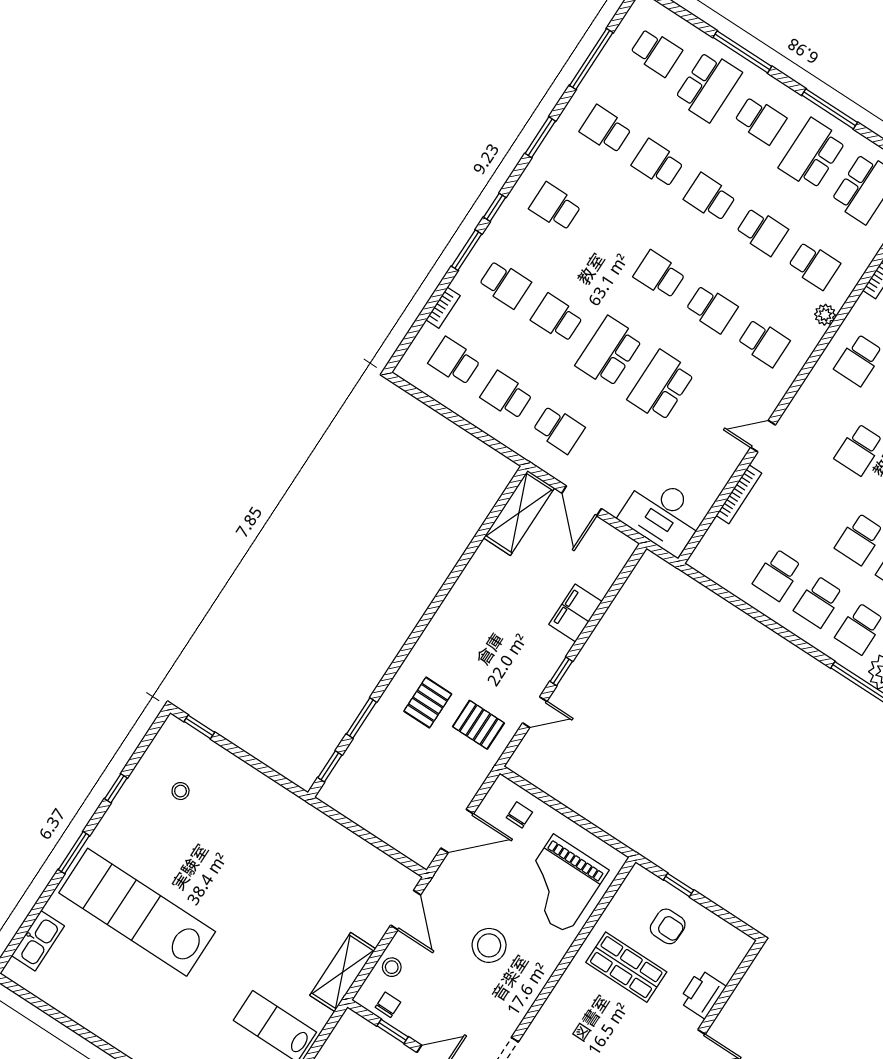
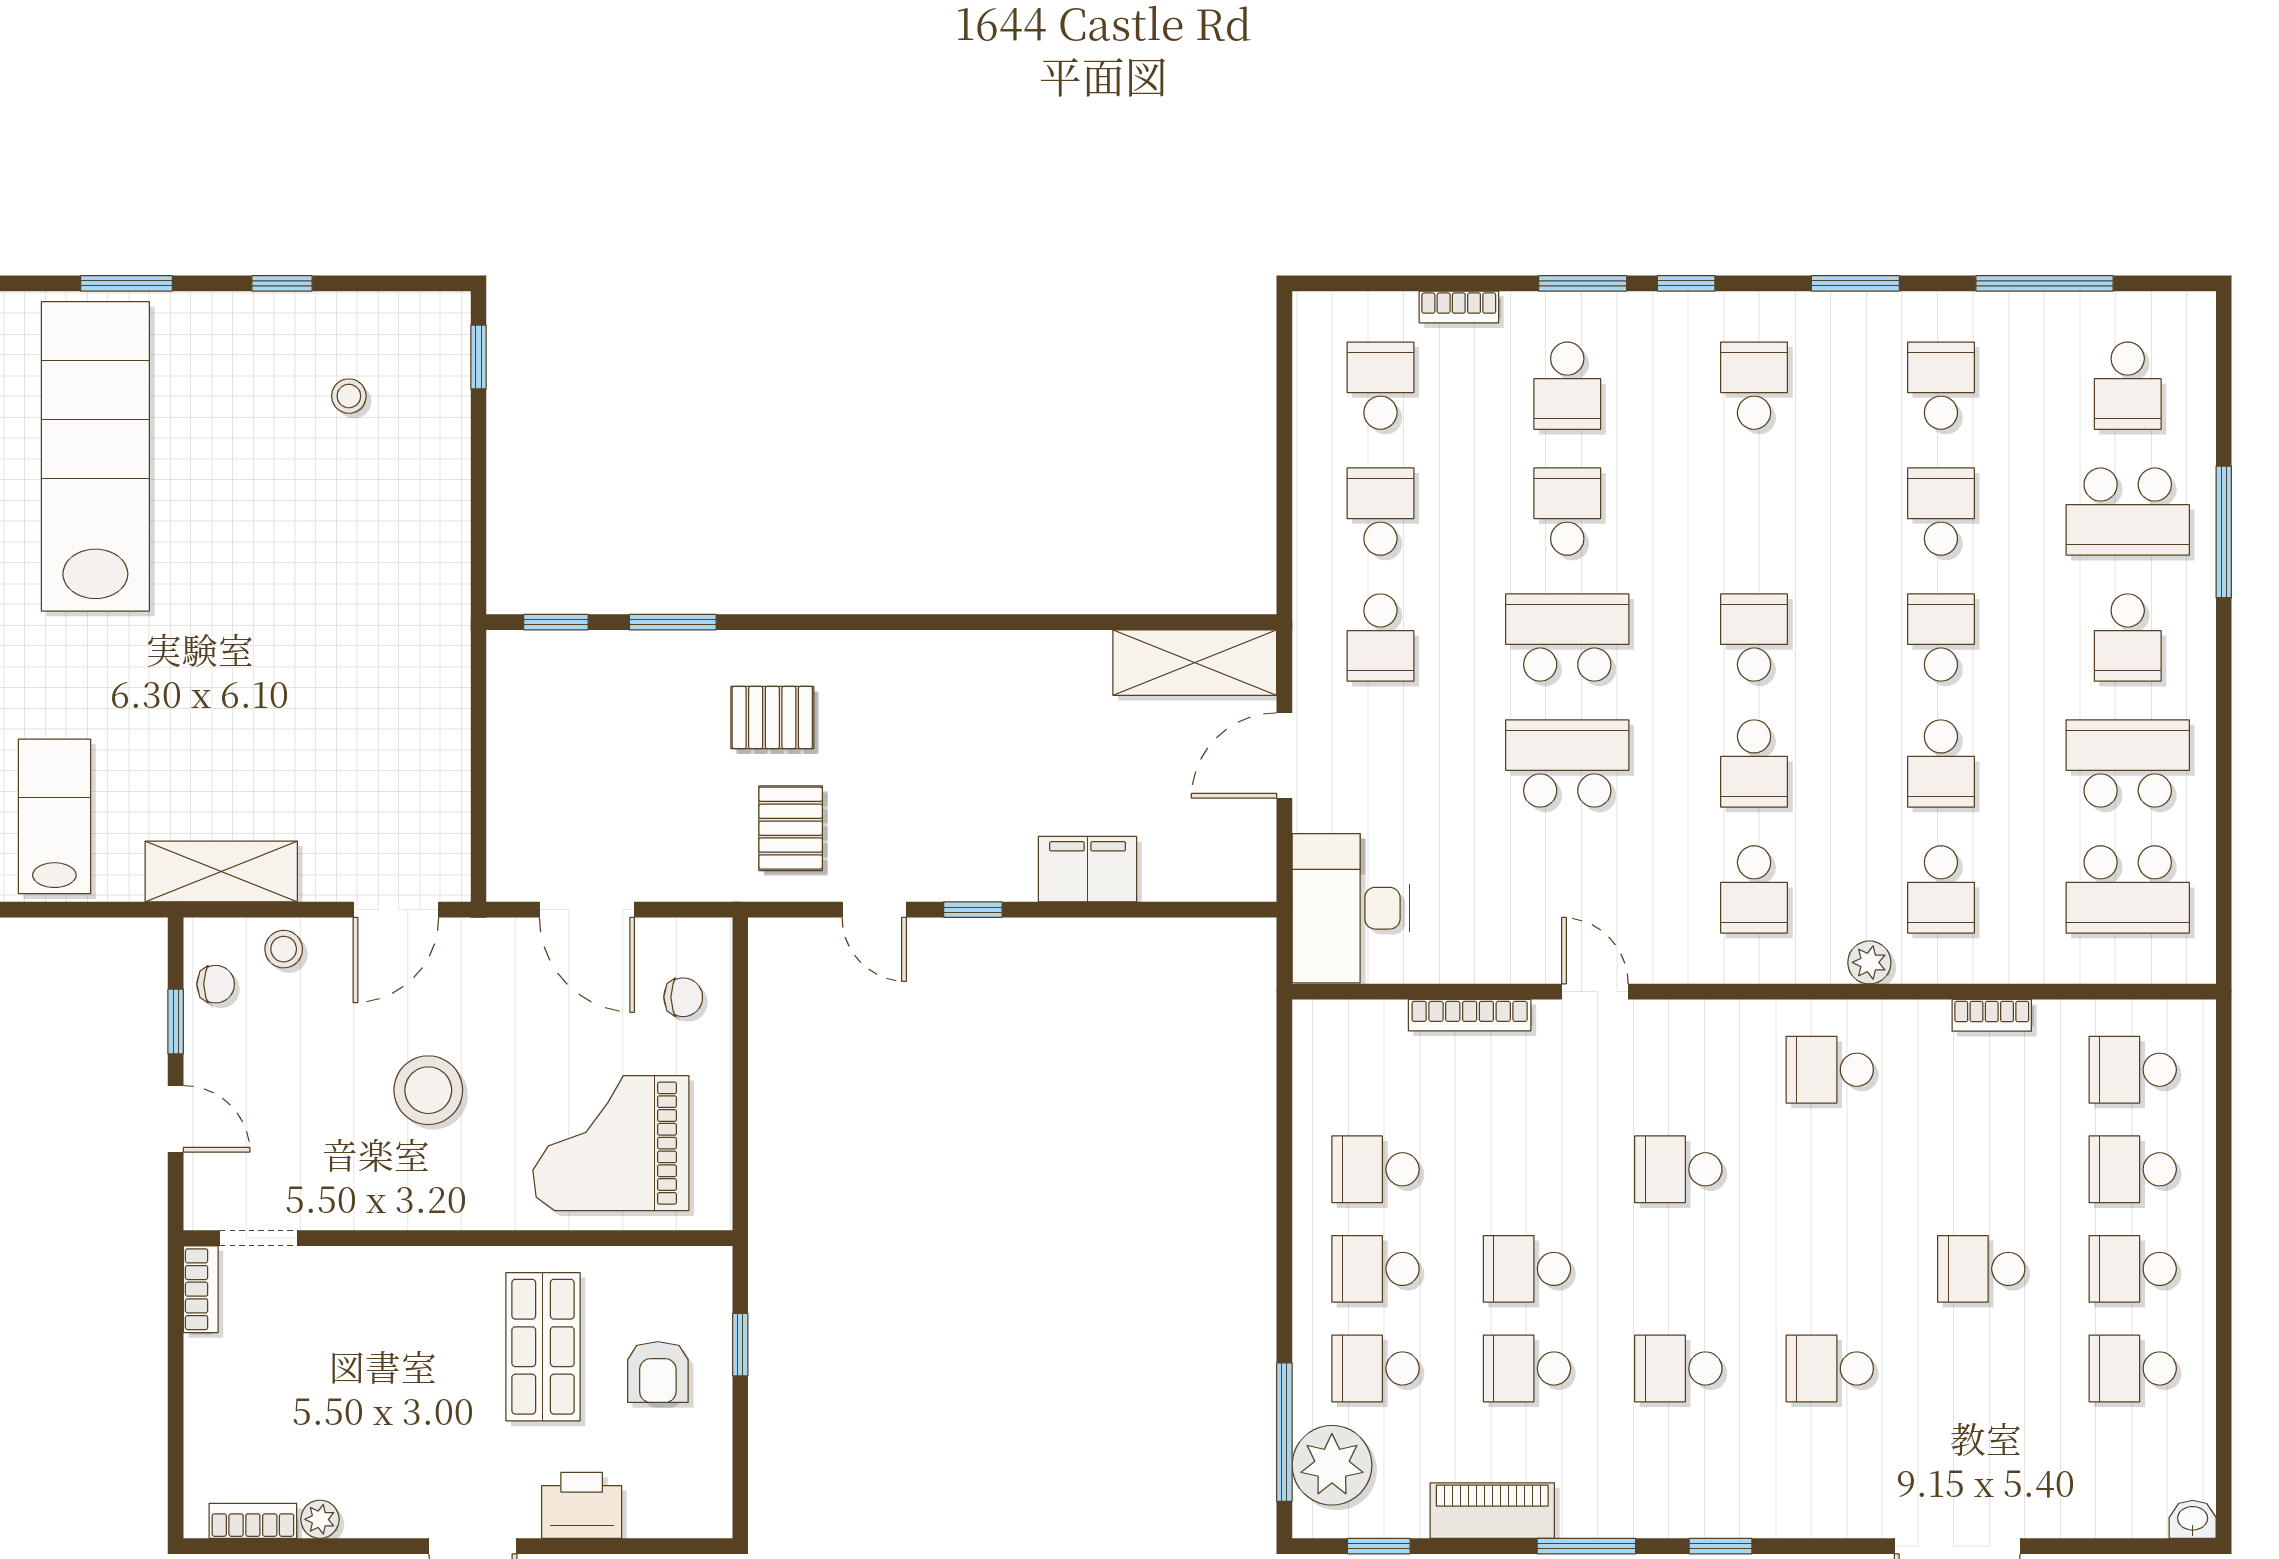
window: (830, 109) -> (2224, 743), removed

